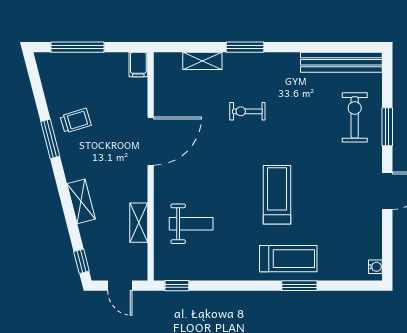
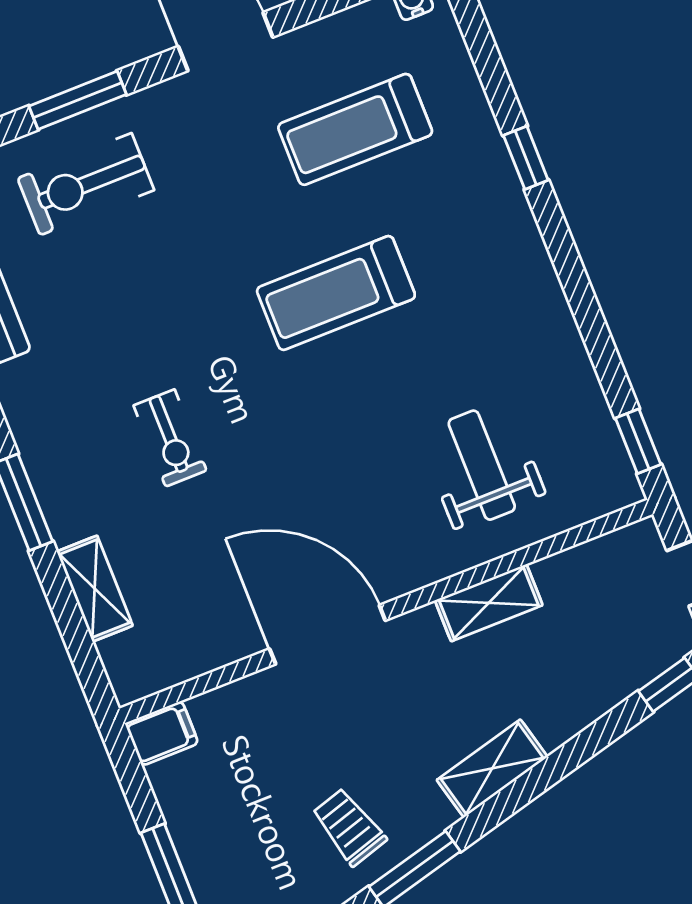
shelving: (81, 201) -> (492, 768), moved
shelving: (139, 223) -> (489, 603), moved
treadmill: (288, 259) -> (355, 129), moved, turned -90
window: (299, 286) -> (526, 158), width x0.67

